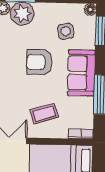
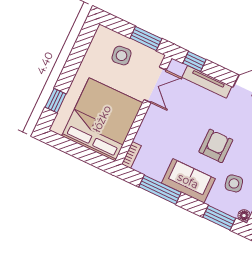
coffee table: (44, 114) -> (166, 129), removed

